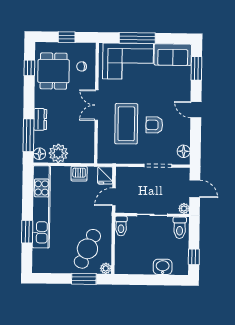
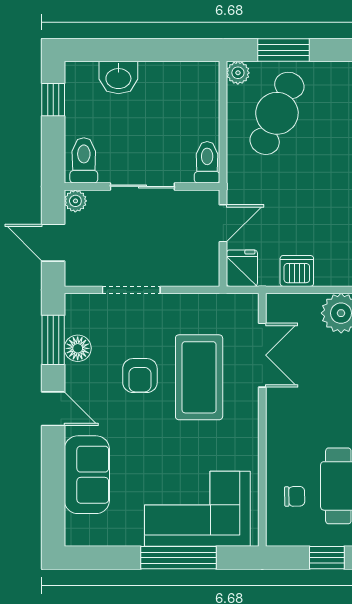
sofa: (173, 55) -> (87, 475), moved, turned 90
window: (196, 68) -> (53, 340), moved
double door: (96, 105) -> (262, 355), moved
armchair: (154, 125) -> (140, 376), turned 90
floor lamp: (184, 151) -> (78, 348), moved

